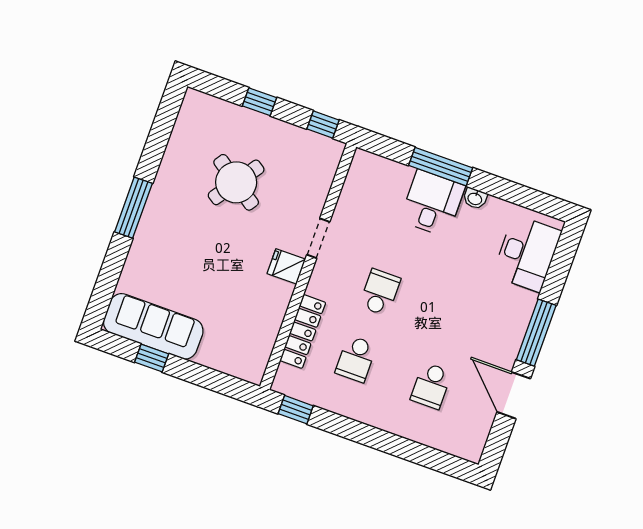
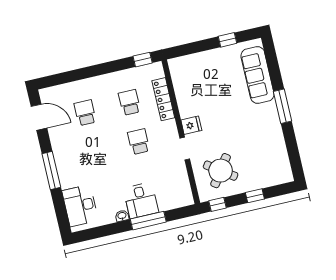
round table: (236, 182) -> (221, 171), moved
school desk: (380, 292) -> (139, 142), turned 180
sofa: (153, 326) -> (258, 75), moved, turned 90
door: (514, 395) -> (39, 117), moved

